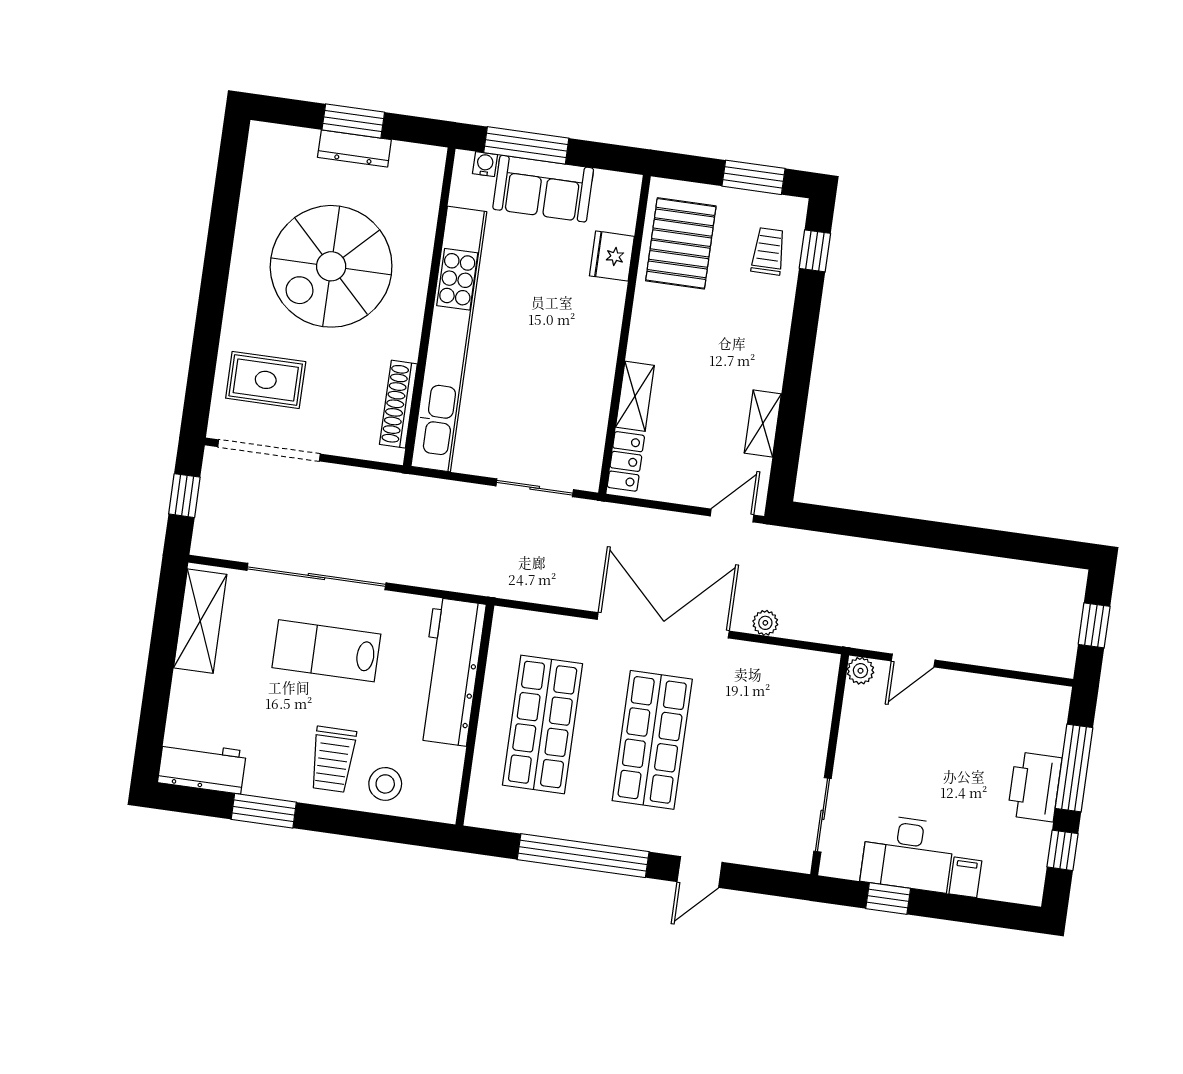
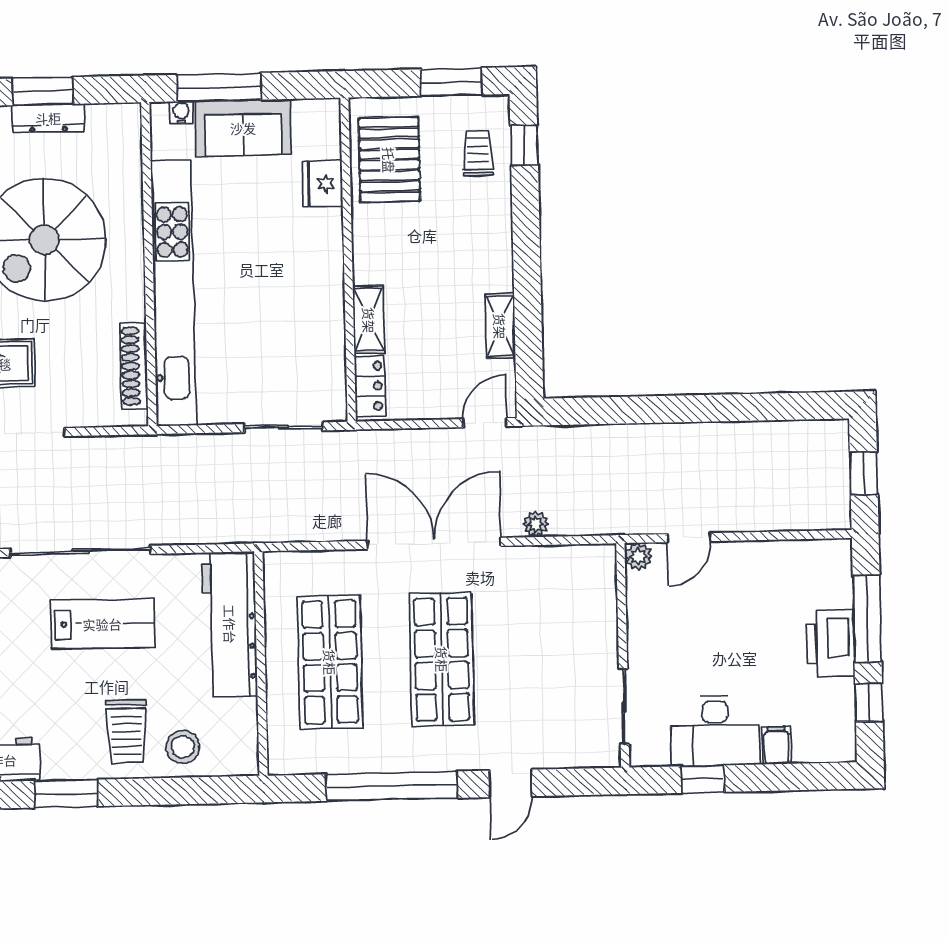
lab bench: (326, 651) -> (102, 624), turned 180

